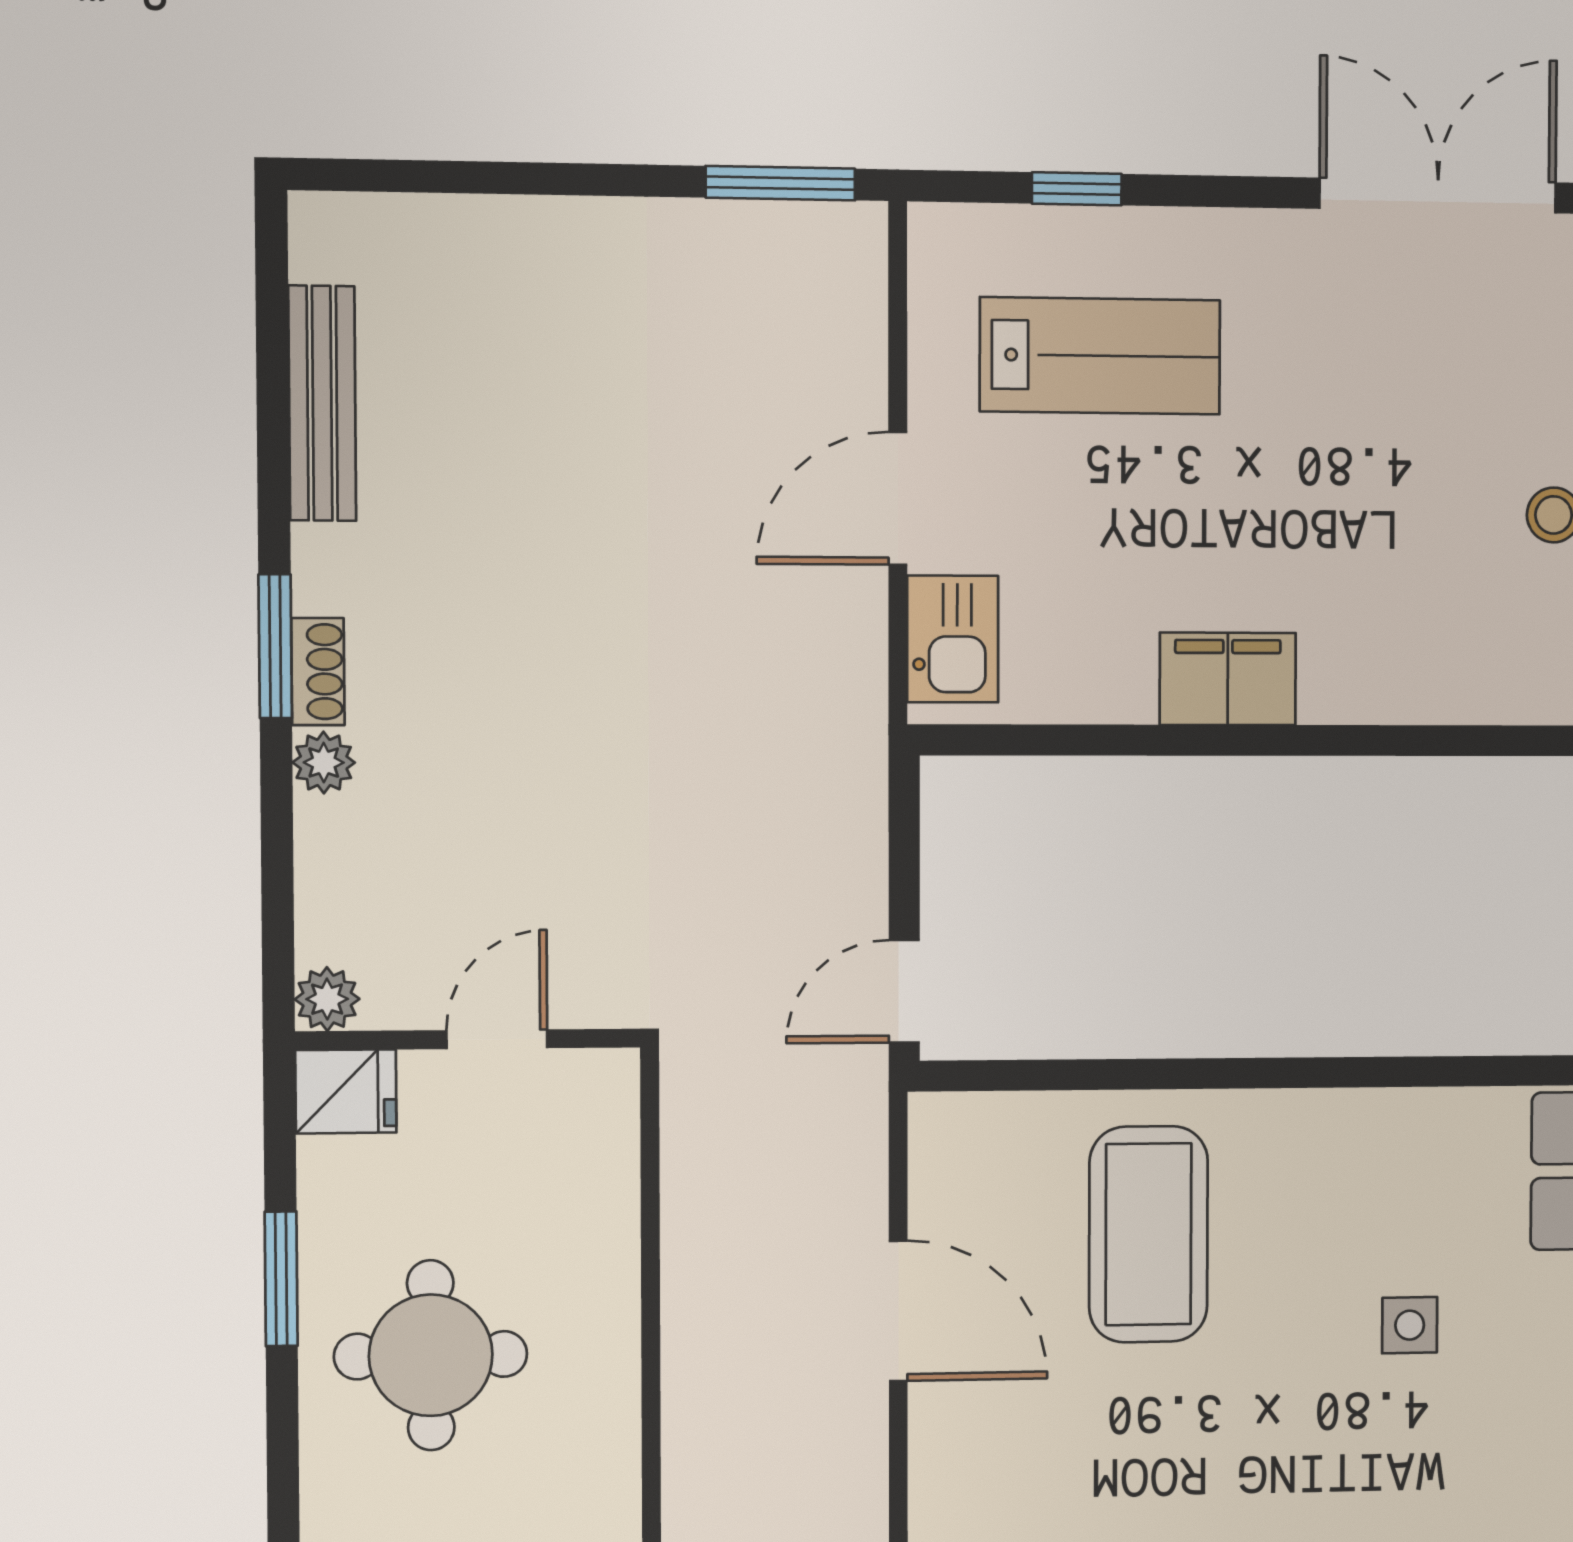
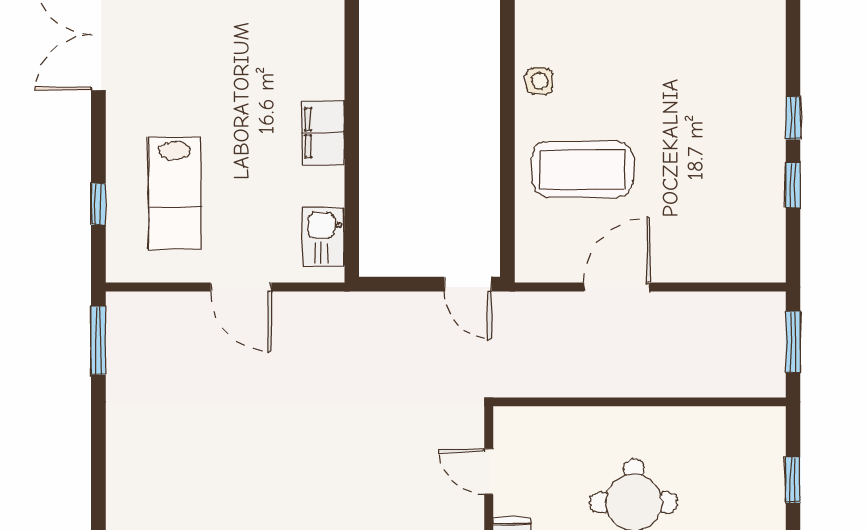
lab bench: (1100, 356) -> (175, 193), turned 180
kitchen sink: (953, 639) -> (323, 237), moved, turned -90
side table: (1410, 1325) -> (540, 81), moved

